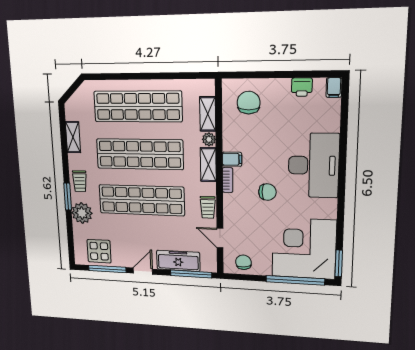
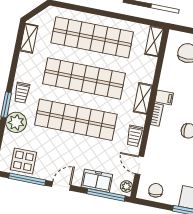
shelving: (208, 114) -> (154, 41), moved
shelving: (73, 137) -> (29, 38), moved
plant: (209, 139) -> (126, 186), moved
freezer: (178, 261) -> (97, 181), width x0.71

